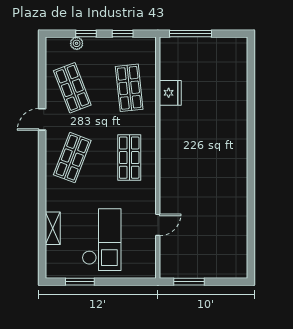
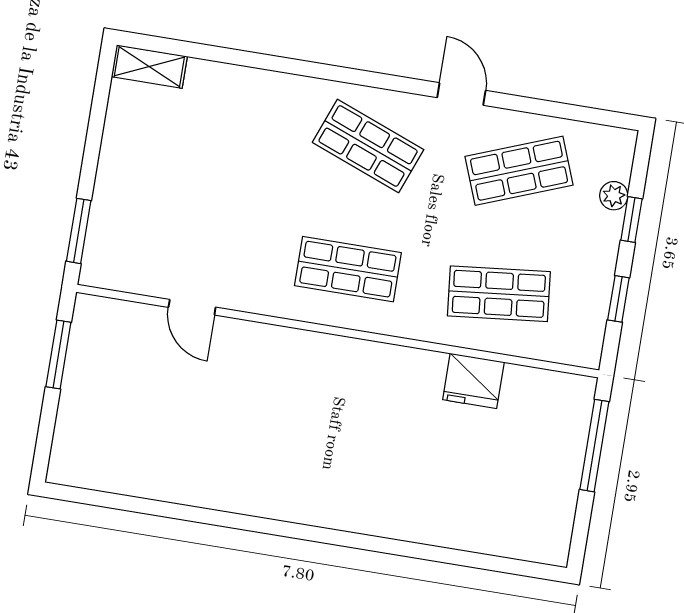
shelving: (53, 228) -> (149, 67), moved
checkout: (102, 240) -> (180, 180), removed
window: (80, 282) -> (79, 231), moved

